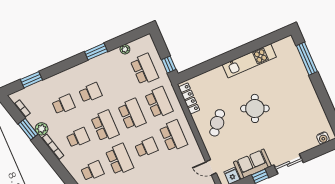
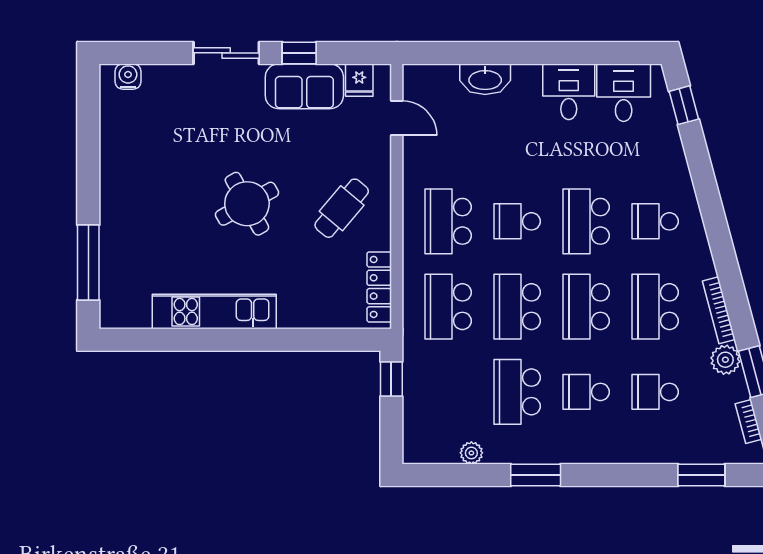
school desk: (144, 69) -> (517, 392), moved
round table: (255, 108) -> (247, 204), turned 38
school desk: (78, 138) -> (655, 307), width x1.85

